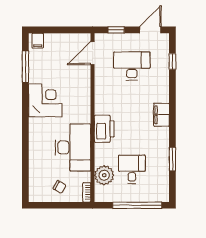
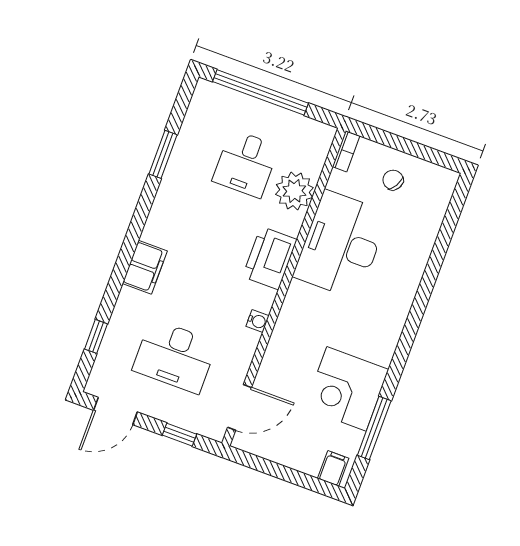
water cooler: (99, 97) -> (257, 321), added
corner desk: (45, 100) -> (346, 389), moved
filing cabinet: (161, 115) -> (145, 267), moved
plant: (104, 175) -> (294, 191), moved

